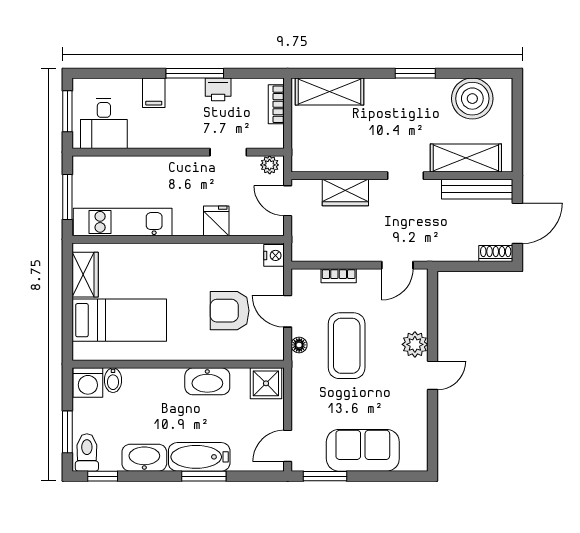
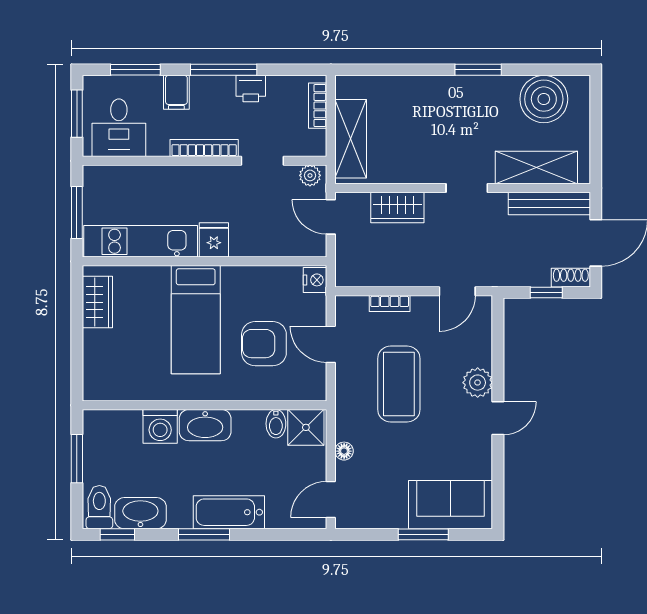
window: (118, 73) -> (135, 70), added
shelving: (329, 92) -> (351, 139), moved, turned 90
bookcase: (178, 141) -> (204, 148), added
fridge: (216, 221) -> (214, 240), moved
window: (475, 266) -> (546, 293), added
bed: (119, 320) -> (196, 320), moved, turned 90
floor lamp: (299, 345) -> (344, 451), moved
bidet: (113, 380) -> (276, 424), moved
washbasin: (207, 381) -> (205, 425), moved
washing machine: (88, 382) -> (160, 426), moved
window: (67, 432) -> (77, 459), moved
sofa: (363, 450) -> (451, 505), moved
washbasin: (144, 458) -> (140, 513), moved
window: (204, 476) -> (204, 534), moved
window: (325, 476) -> (423, 534), moved

